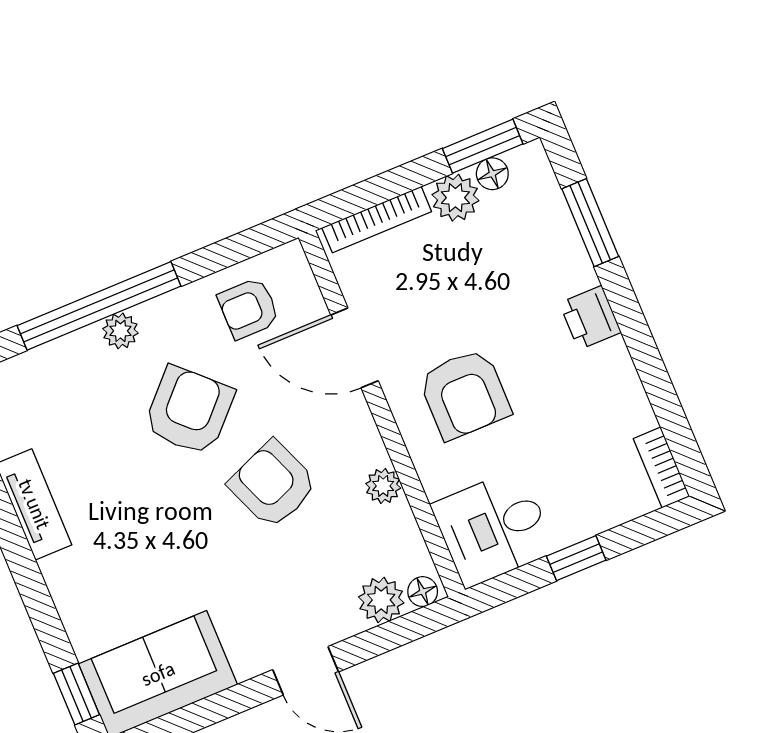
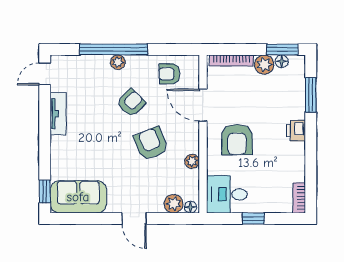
armchair: (189, 411) -> (131, 103), width x0.72, depth x0.72

